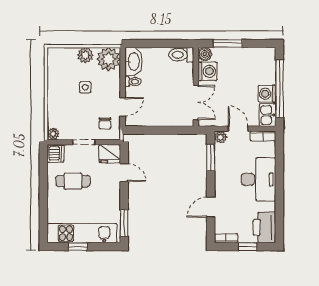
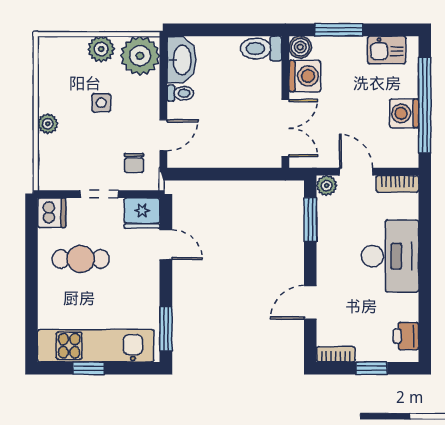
kitchen sink: (267, 115) -> (387, 50), moved, turned -90
plant: (53, 134) -> (48, 124), moved
printer: (265, 227) -> (406, 336), width x0.53, depth x0.68

